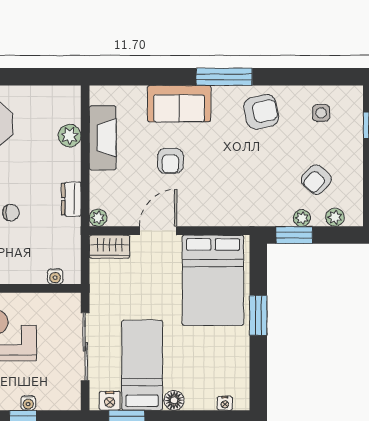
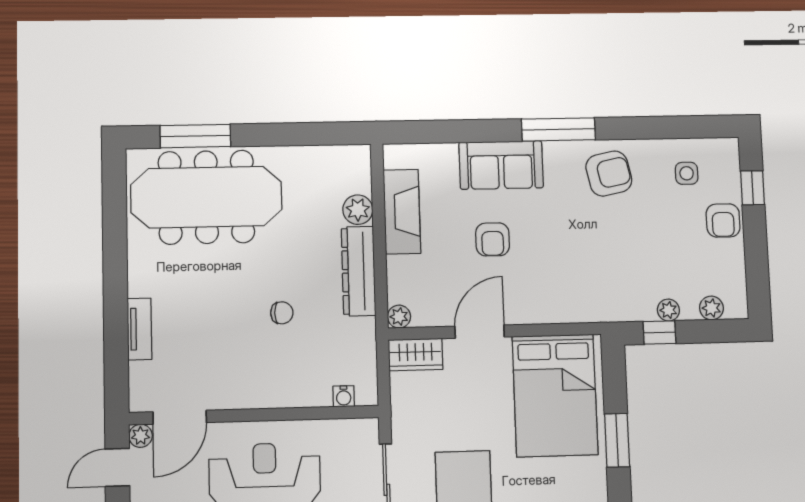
armchair: (316, 180) -> (723, 220), moved, turned -42
dresser: (71, 199) -> (359, 271), width x1.96, depth x1.24
window: (294, 235) -> (659, 333), width x0.67

